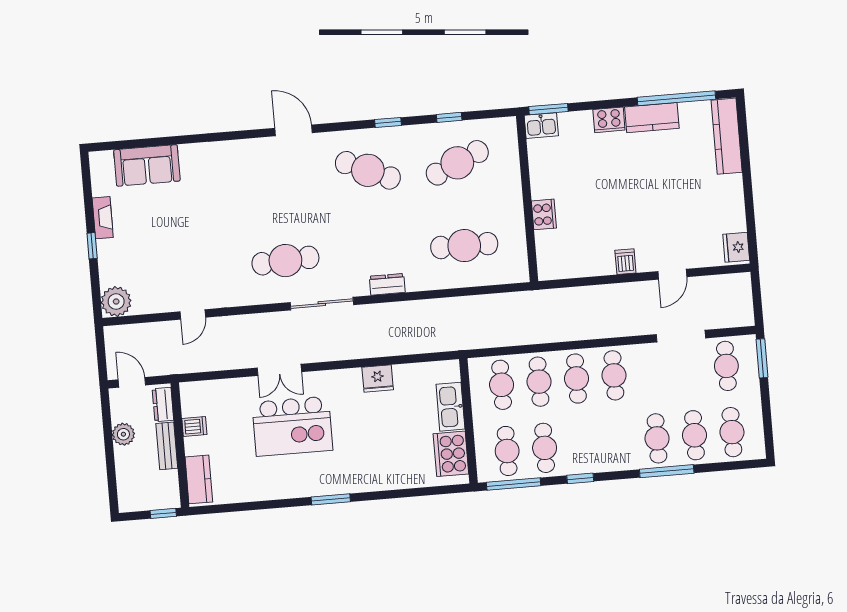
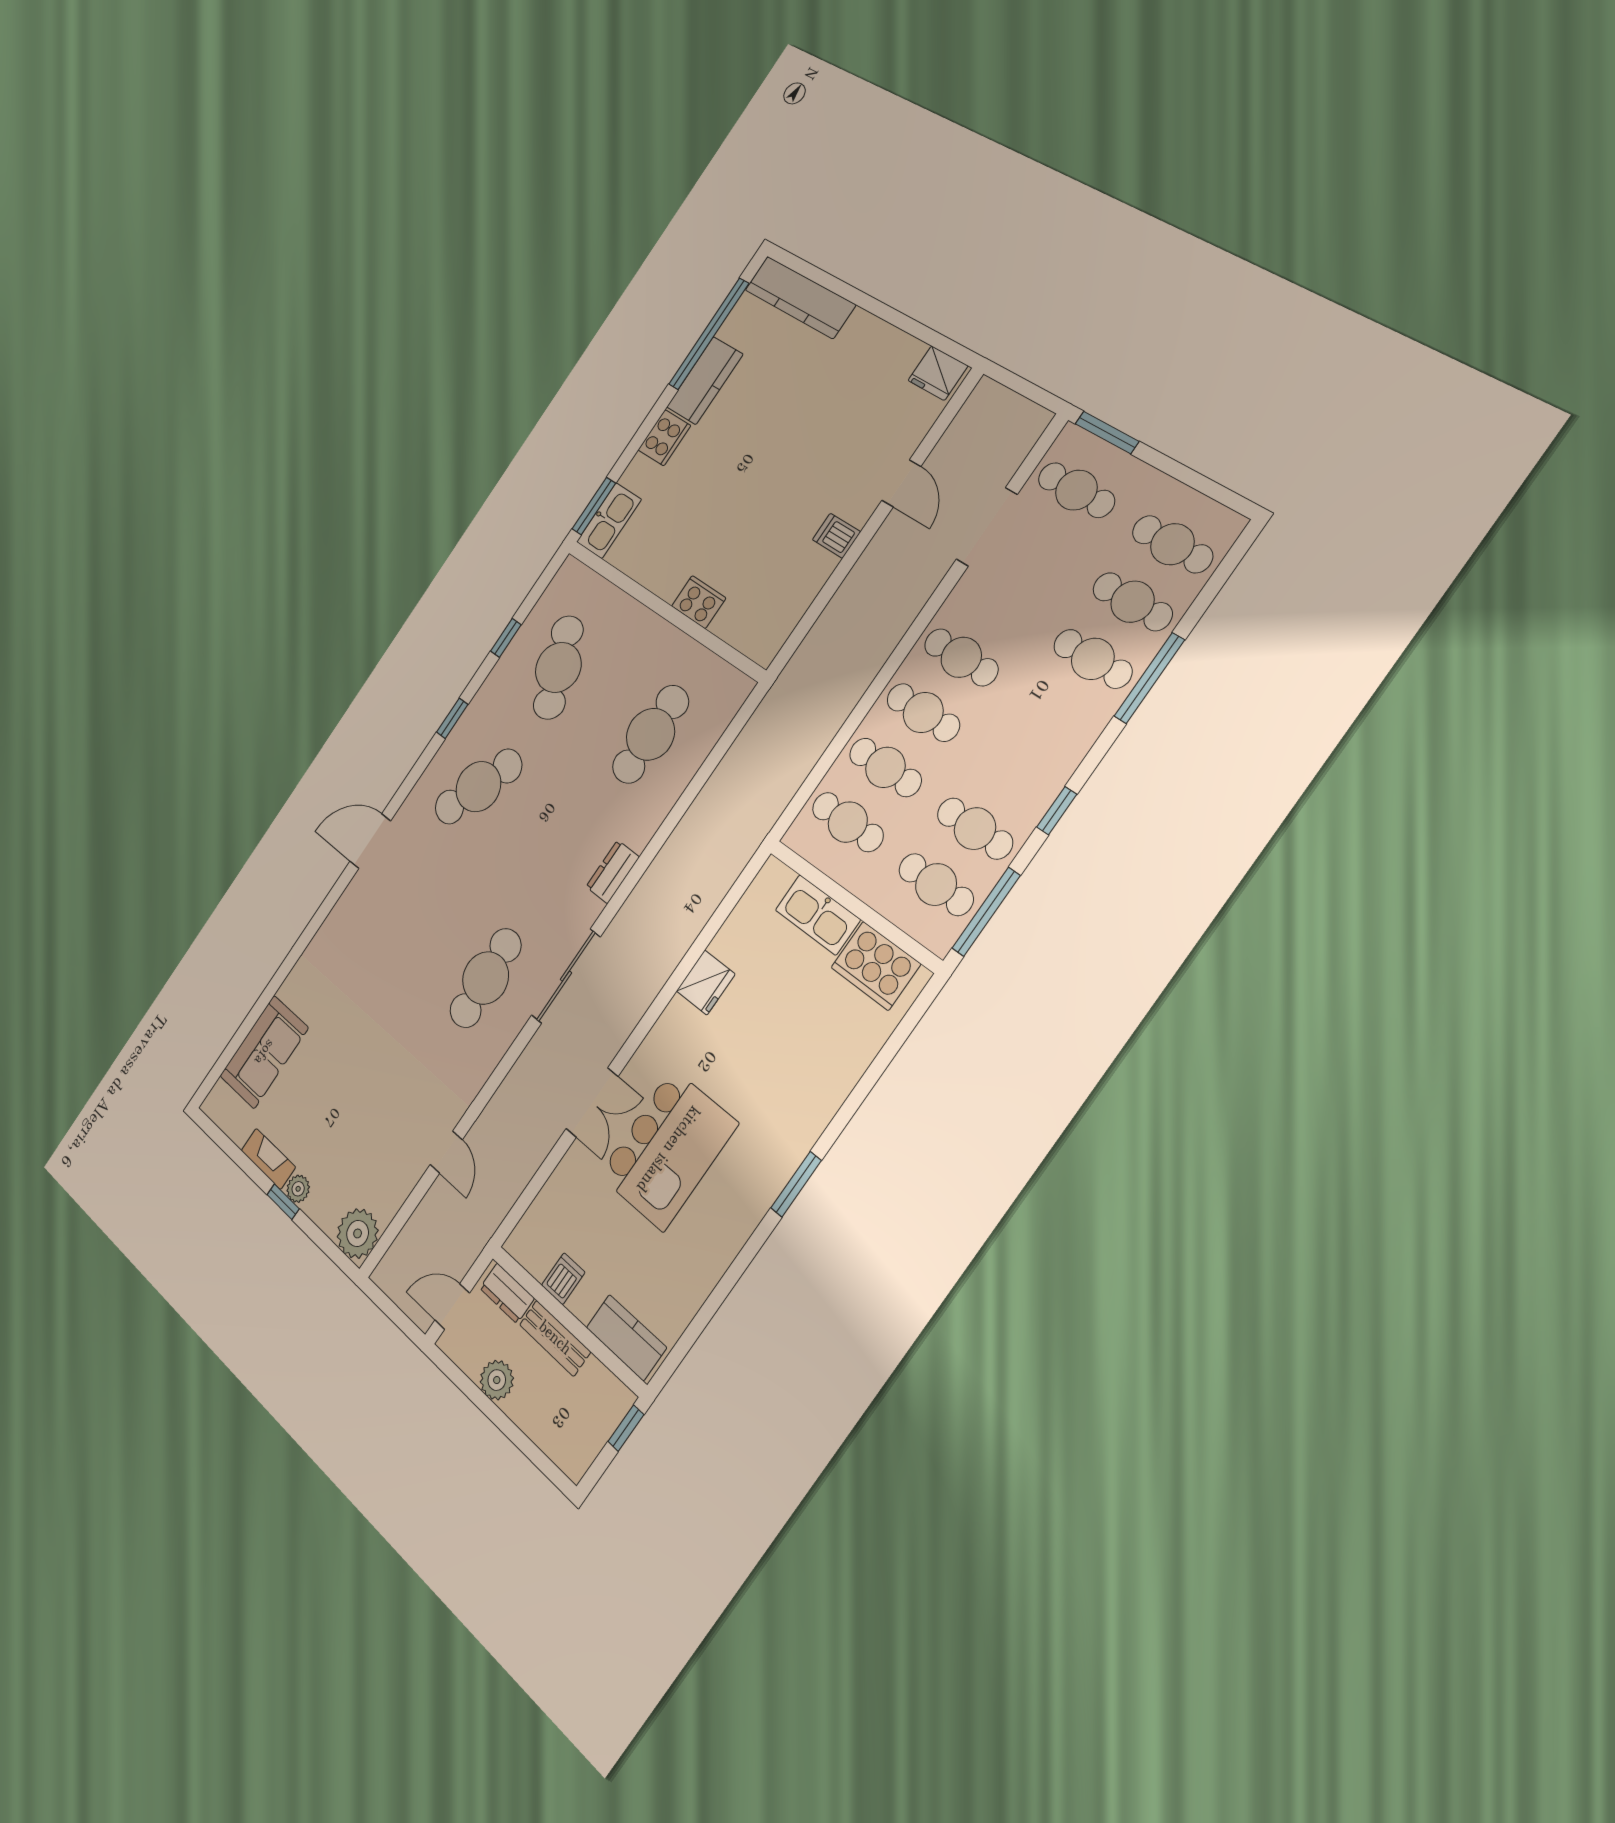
kitchen sink: (541, 126) -> (609, 521), width x1.38
plant: (105, 249) -> (298, 1189), added

